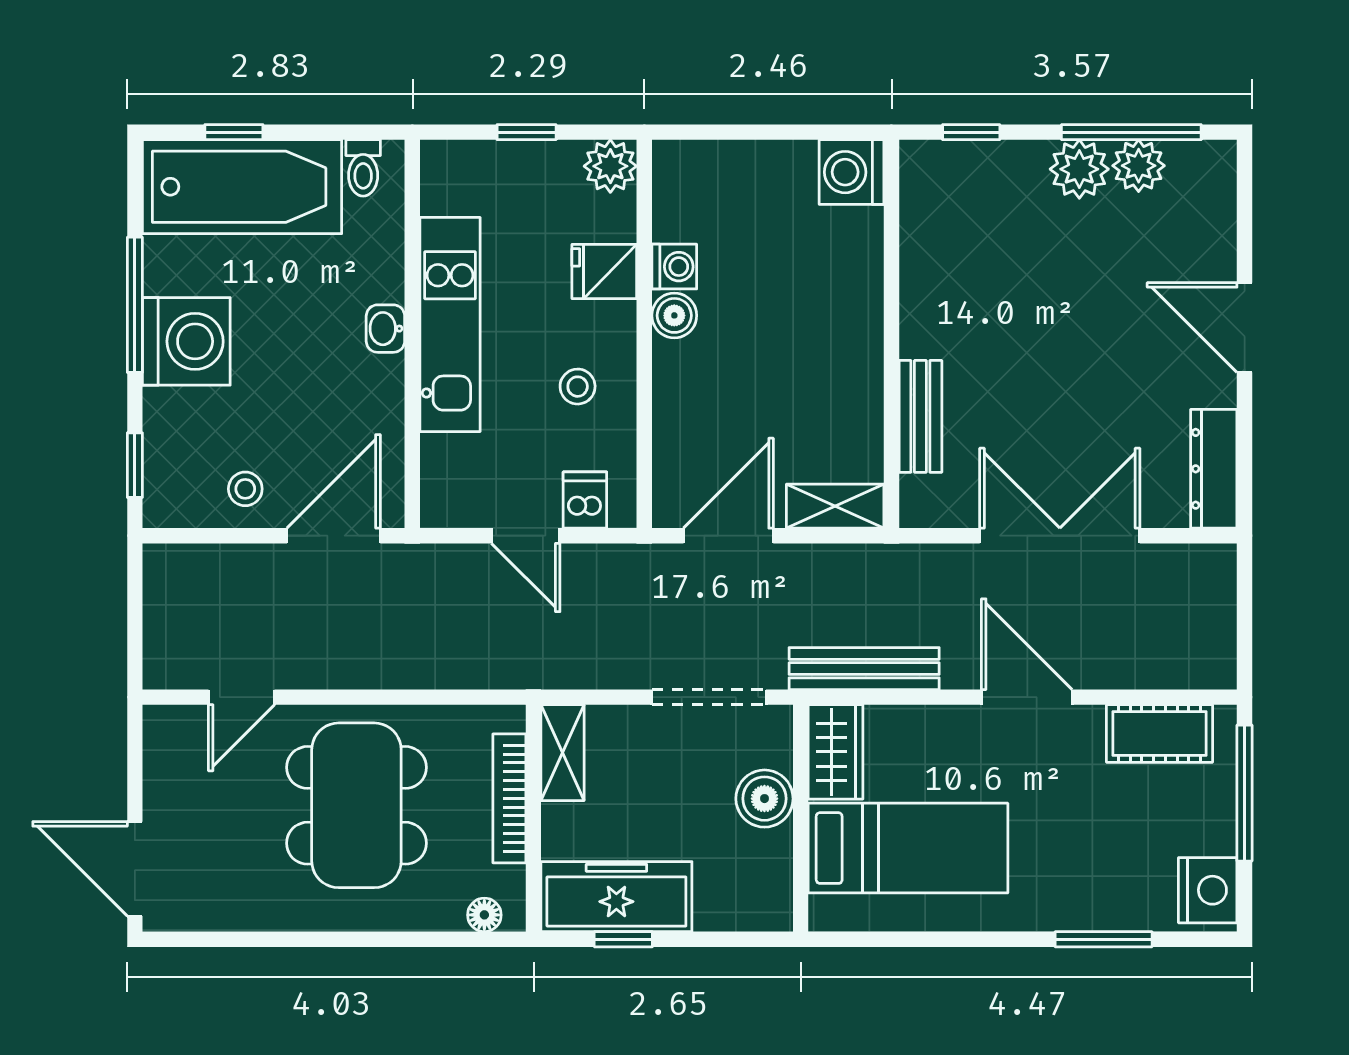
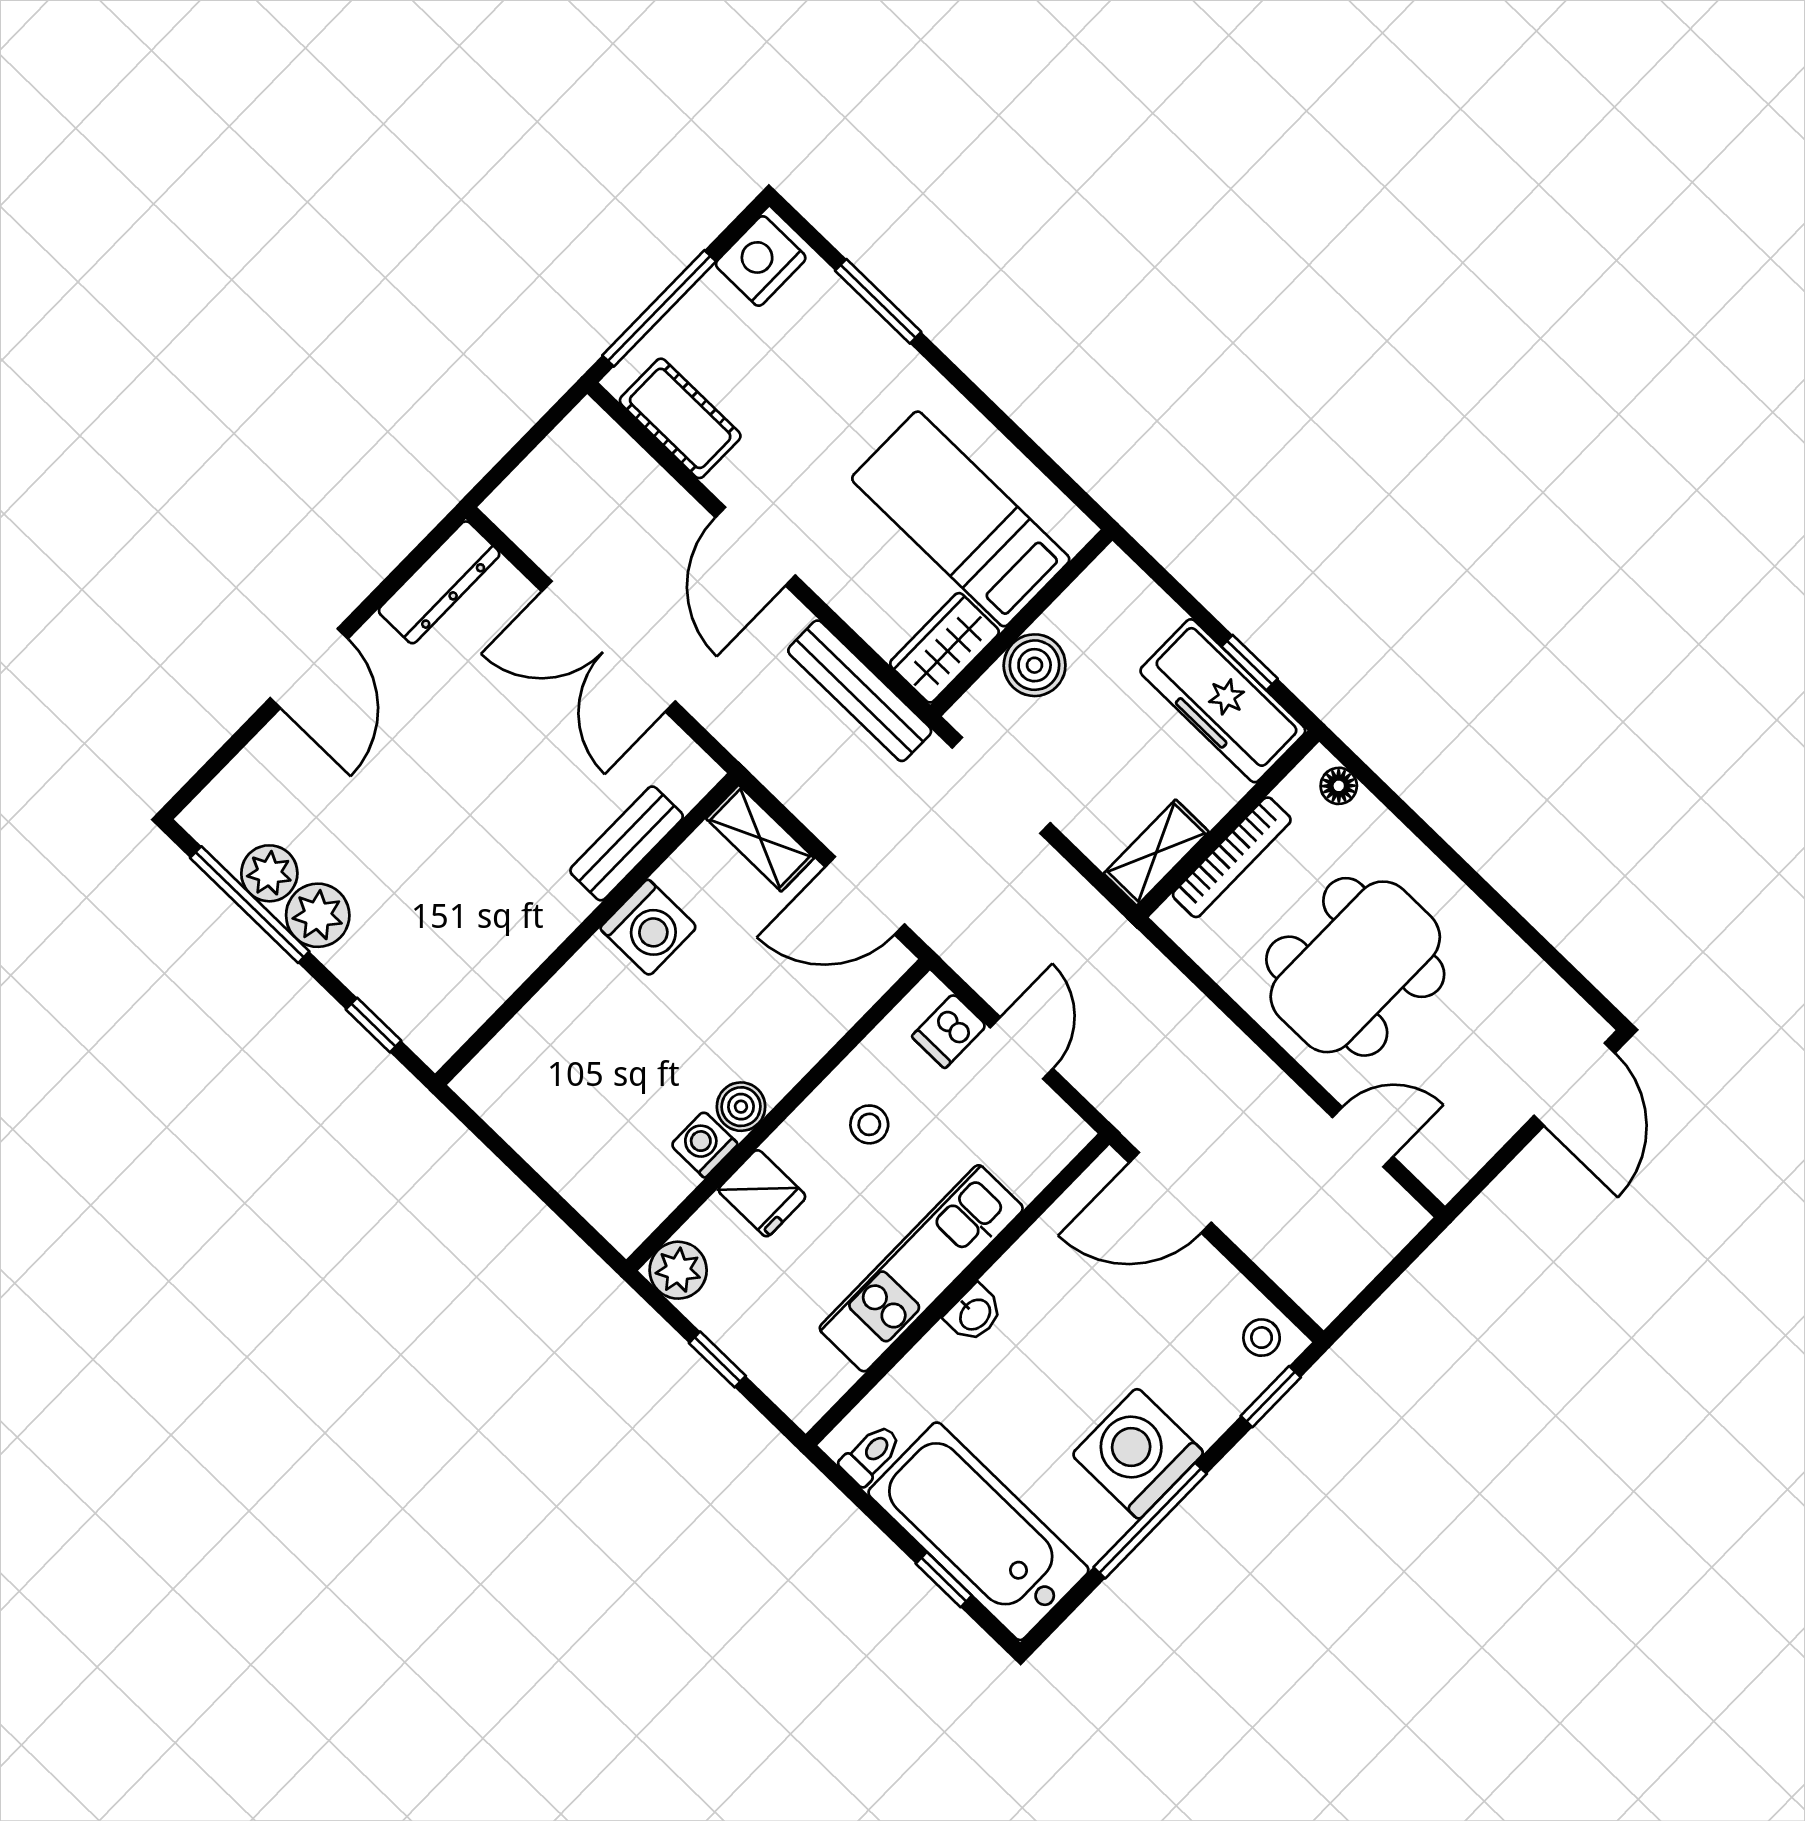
washing machine: (852, 172) -> (648, 928), moved
stool: (245, 489) -> (1262, 1338), moved

